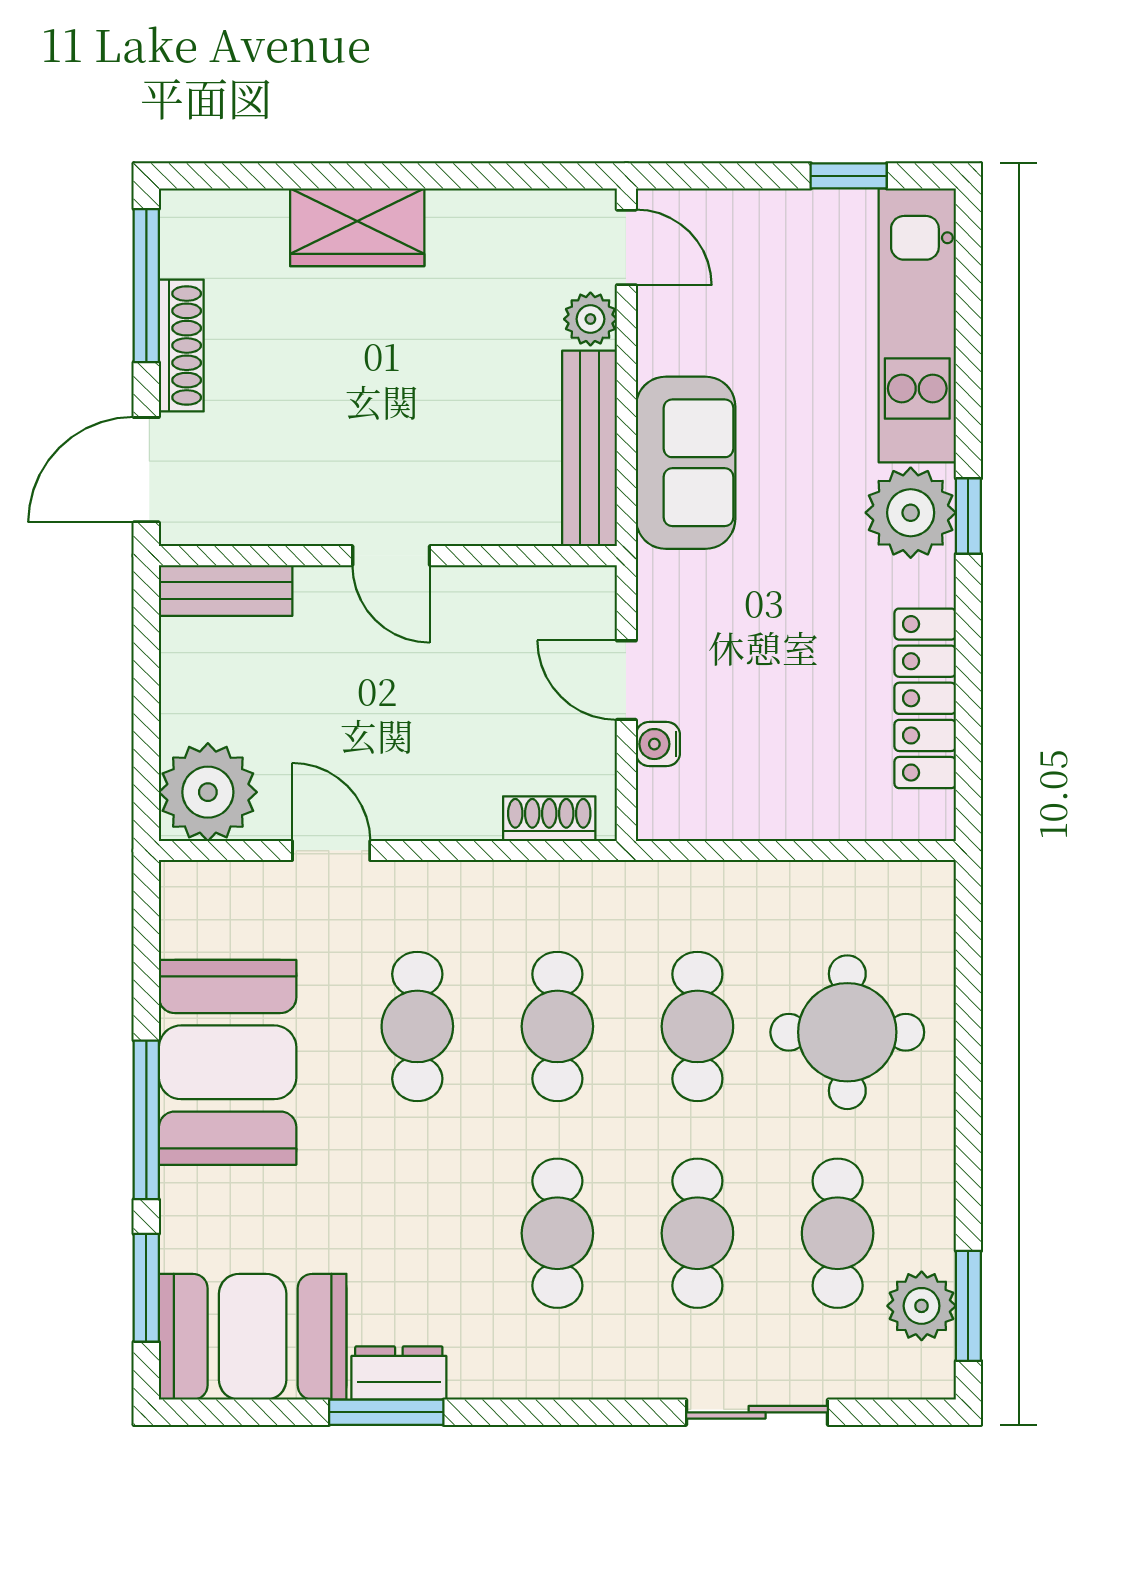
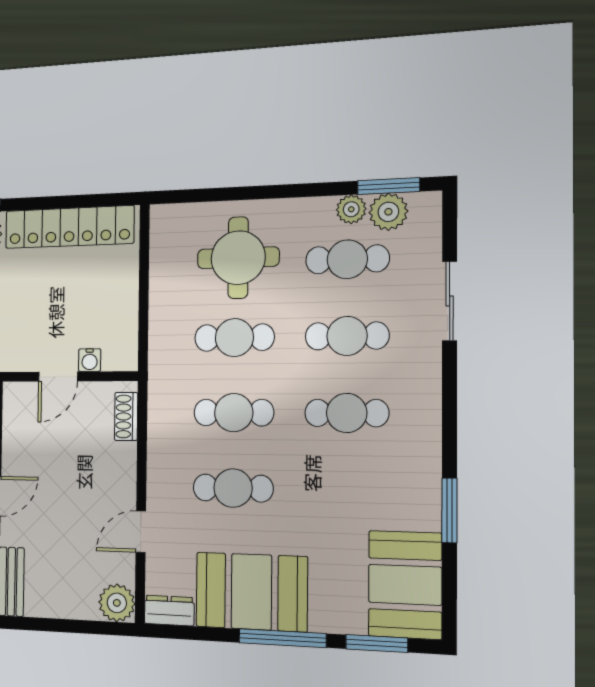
locker: (925, 698) -> (69, 227), width x1.41, depth x1.21
plant: (208, 792) -> (117, 603), width x0.73, depth x0.73
plant: (929, 1240) -> (351, 209), added
dresser: (399, 1373) -> (169, 611), moved, turned 90

